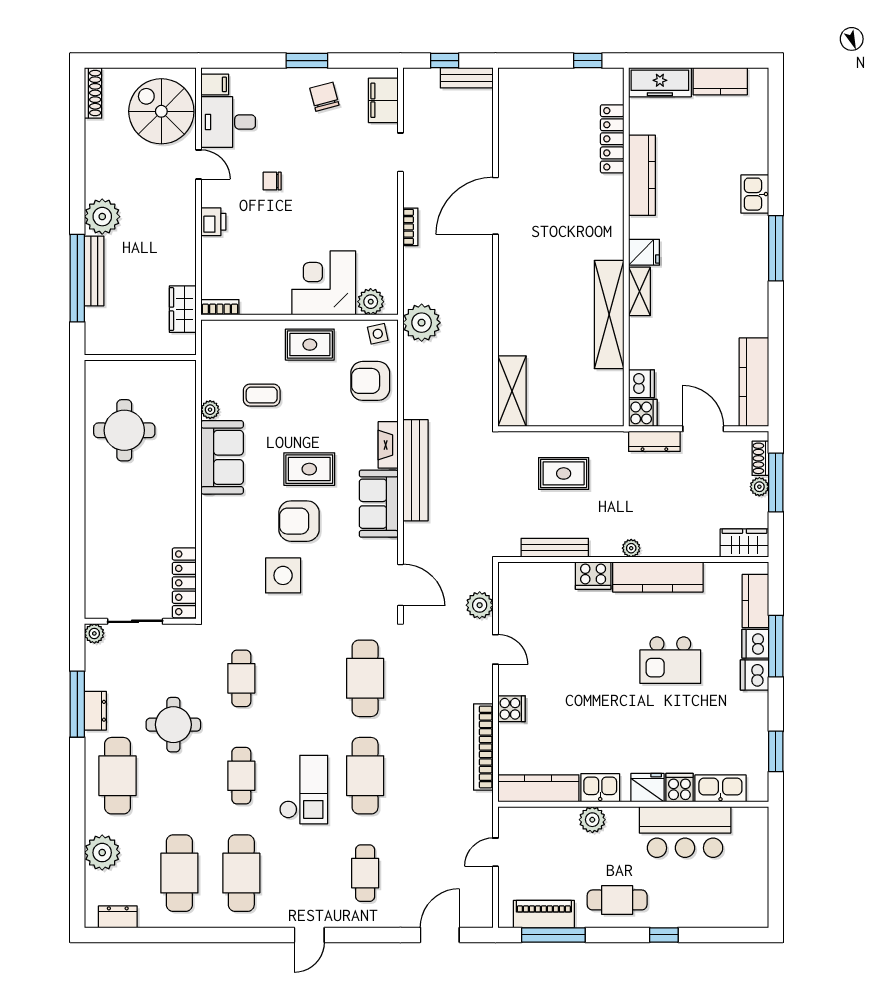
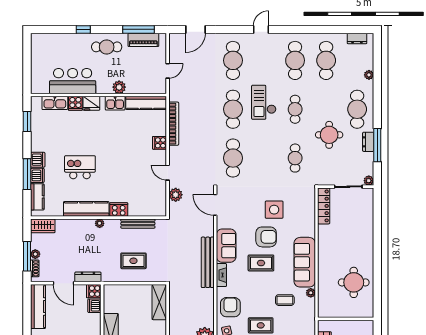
armchair: (370, 381) -> (230, 307), turned -90
sofa: (222, 457) -> (305, 262), width x1.36
plant: (102, 853) -> (369, 75), width x0.53, depth x0.53
cafe table: (365, 873) -> (233, 60), width x1.37, depth x1.35

